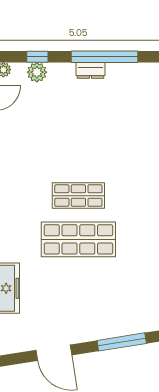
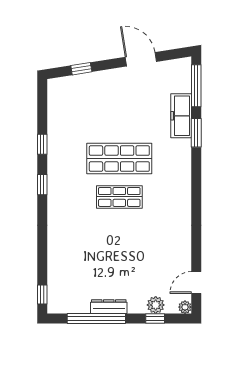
dresser: (90, 70) -> (109, 307), width x1.44
window: (122, 342) -> (81, 69), width x0.46

